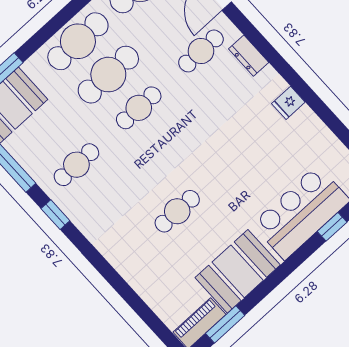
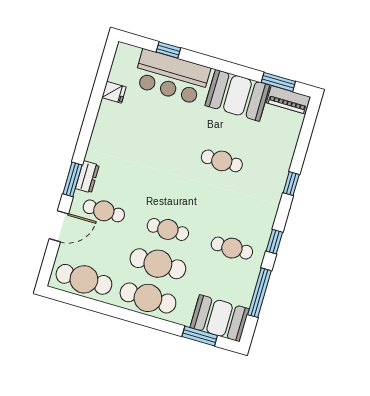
window: (256, 38) -> (72, 179), added
fridge: (288, 103) -> (114, 92), moved
window: (107, 271) -> (291, 184), added

